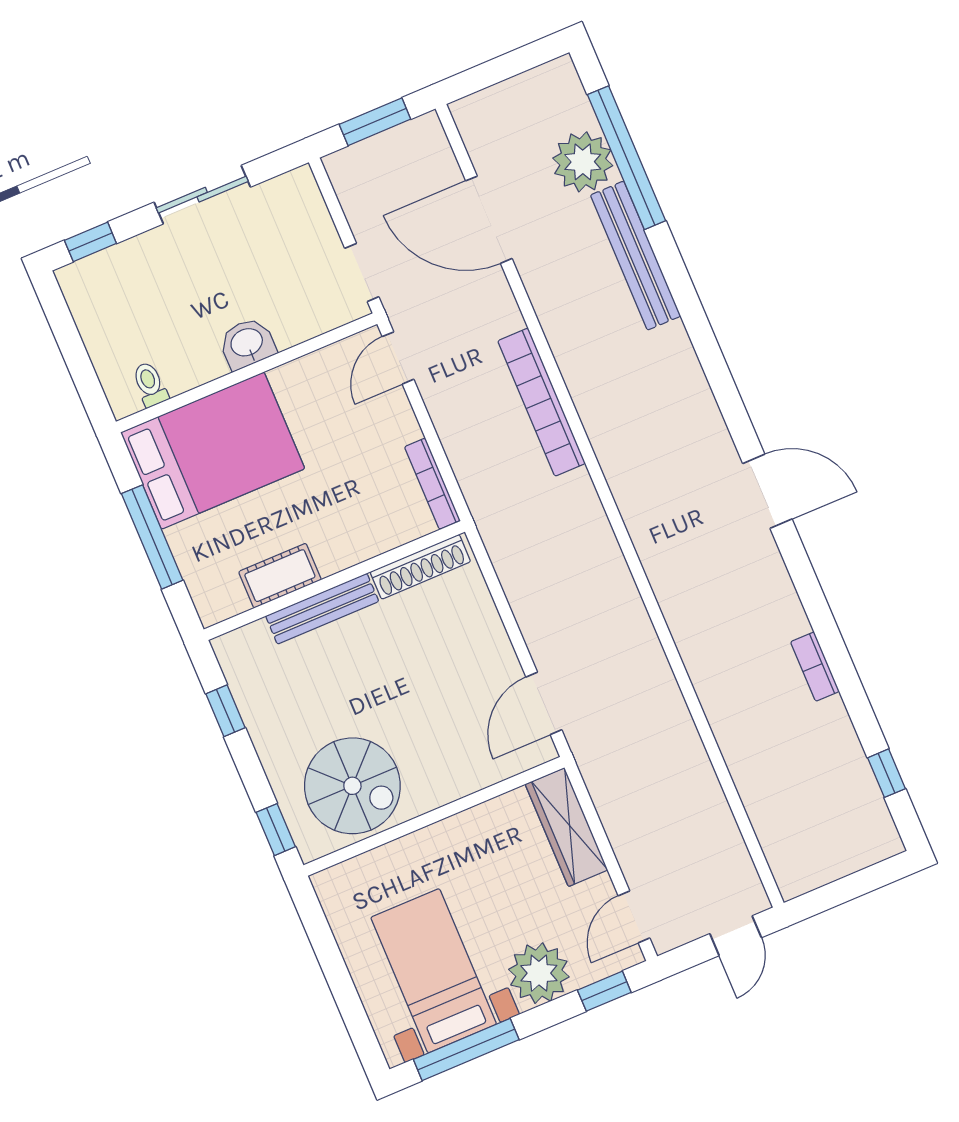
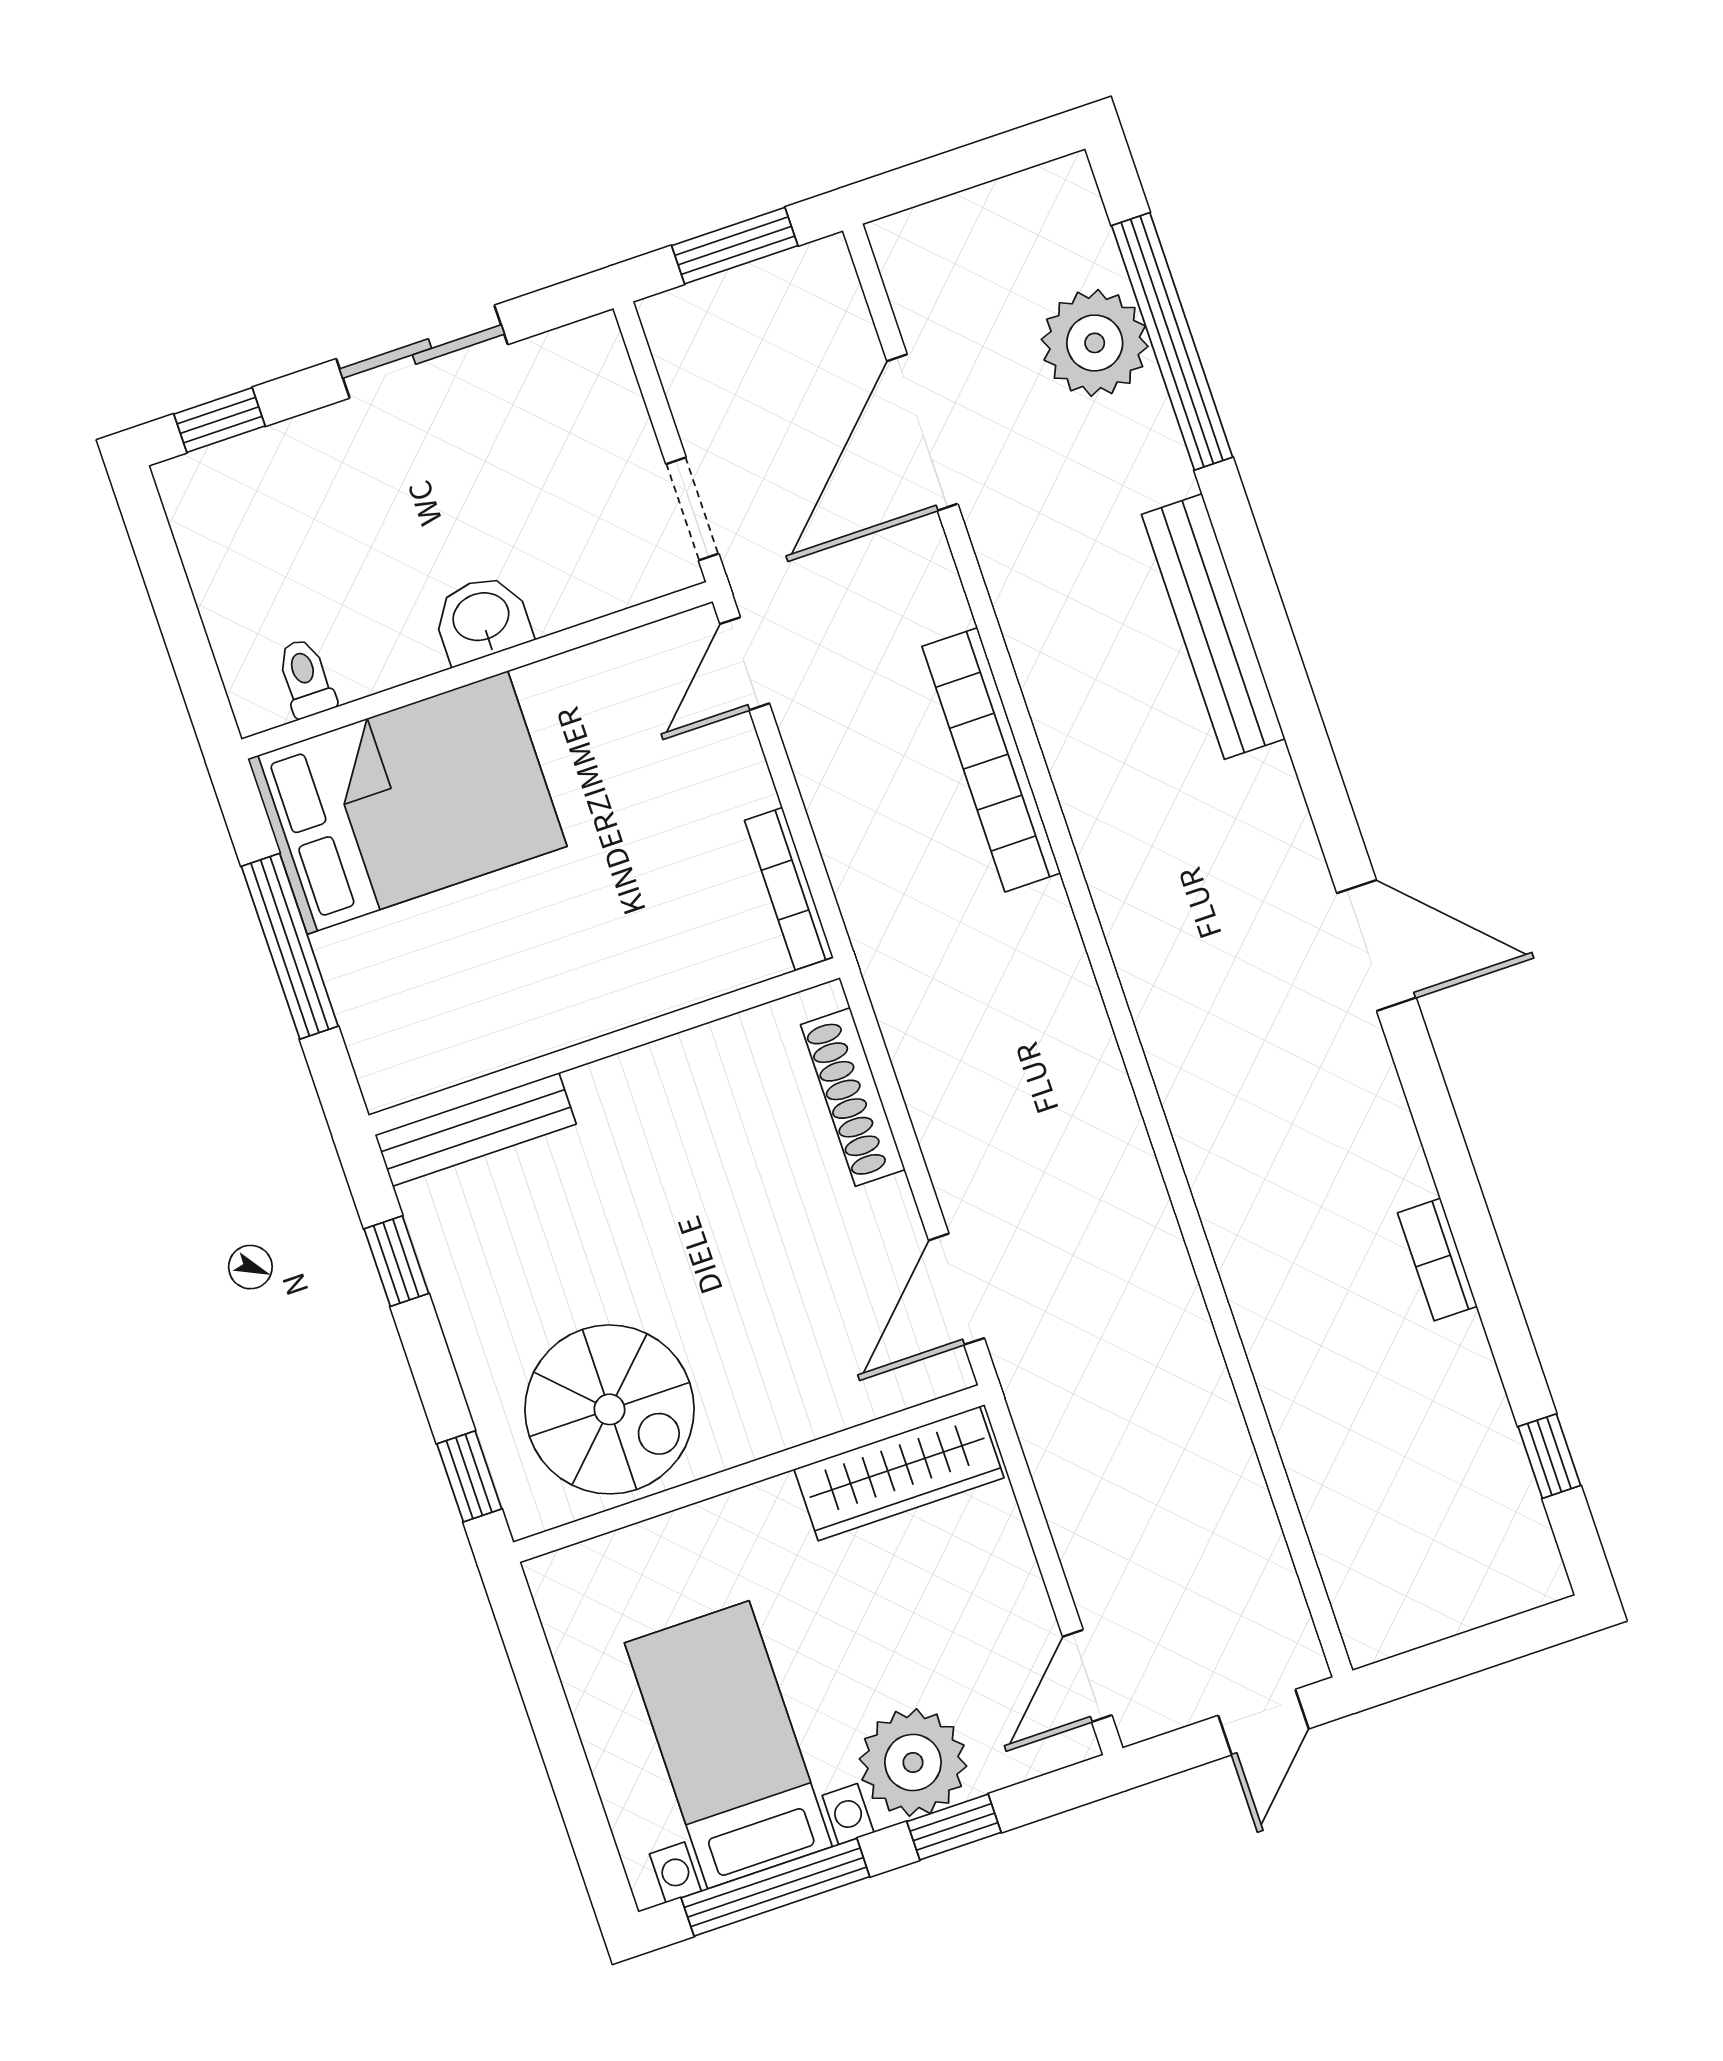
door: (489, 220) -> (922, 433), hinge flipped
bench: (636, 256) -> (1213, 627), moved
shoe rack: (420, 567) -> (853, 1097), moved, turned 90
cot: (280, 576) -> (509, 1031), removed
bench: (322, 609) -> (476, 1129), moved
wardrobe: (566, 827) -> (899, 1474), moved, turned -90
window: (604, 991) -> (954, 1827), moved

